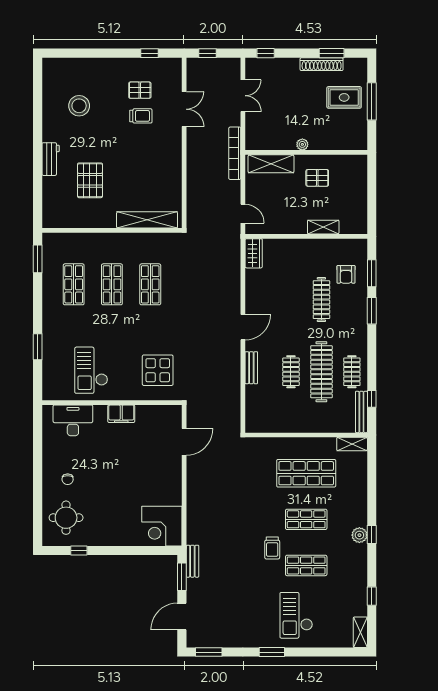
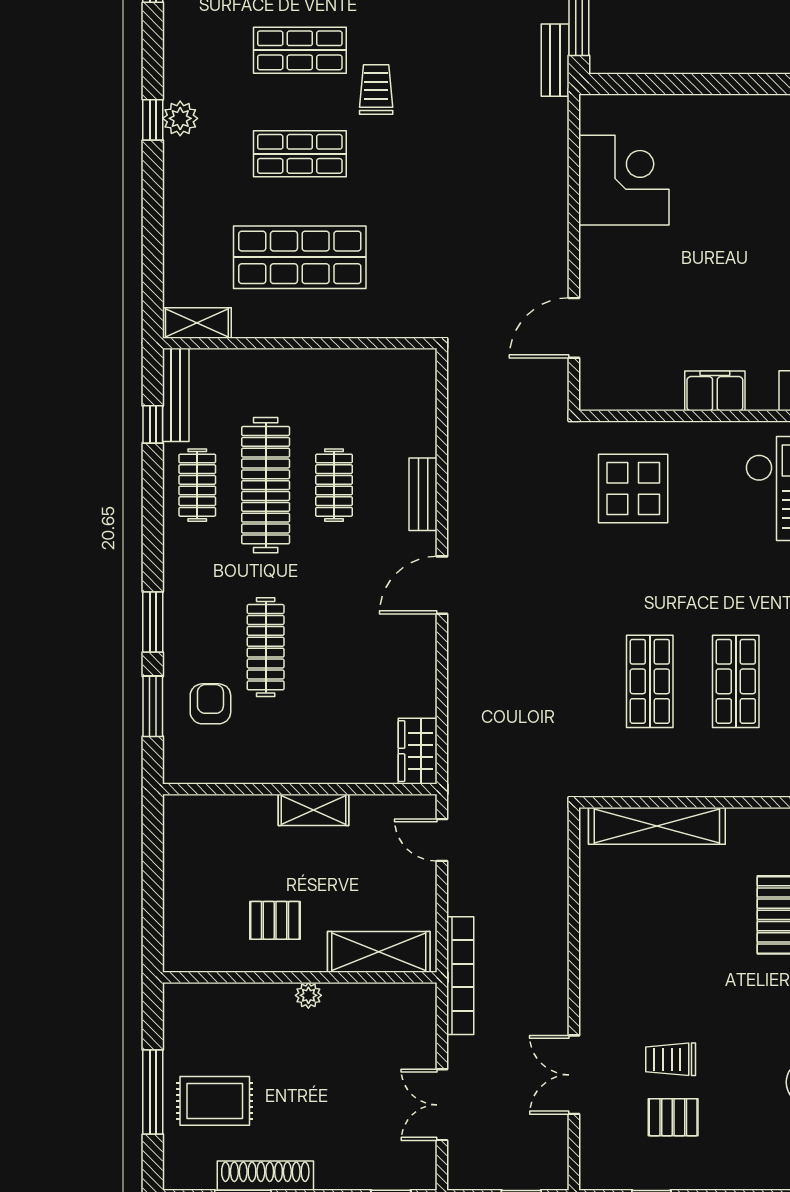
shelving: (323, 227) -> (313, 810), moved
corner desk: (162, 526) -> (624, 180), moved

